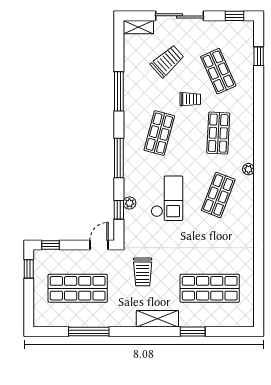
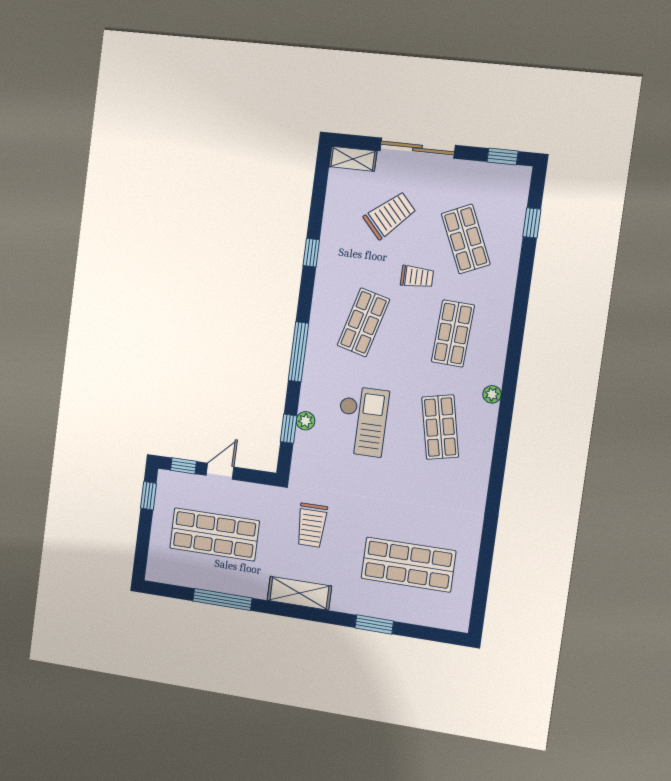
window: (119, 91) -> (311, 253), width x0.46
shop shelf: (218, 195) -> (440, 427), turned -33
door: (99, 245) -> (220, 471), moved
shelving: (157, 319) -> (299, 593), moved

